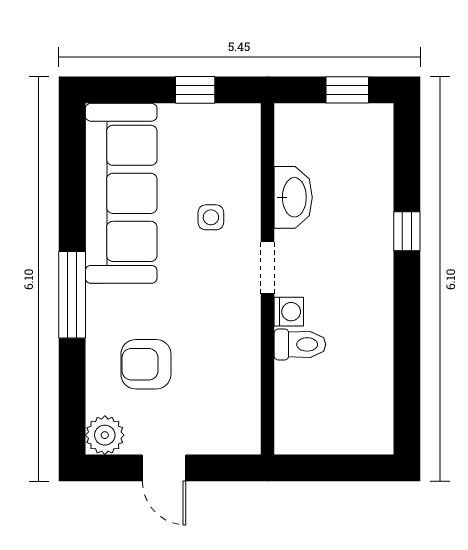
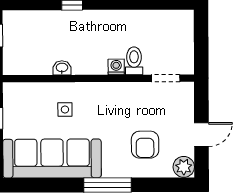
washbasin: (293, 197) -> (62, 68), width x0.52, depth x0.69
doorway: (268, 268) -> (166, 78), moved

